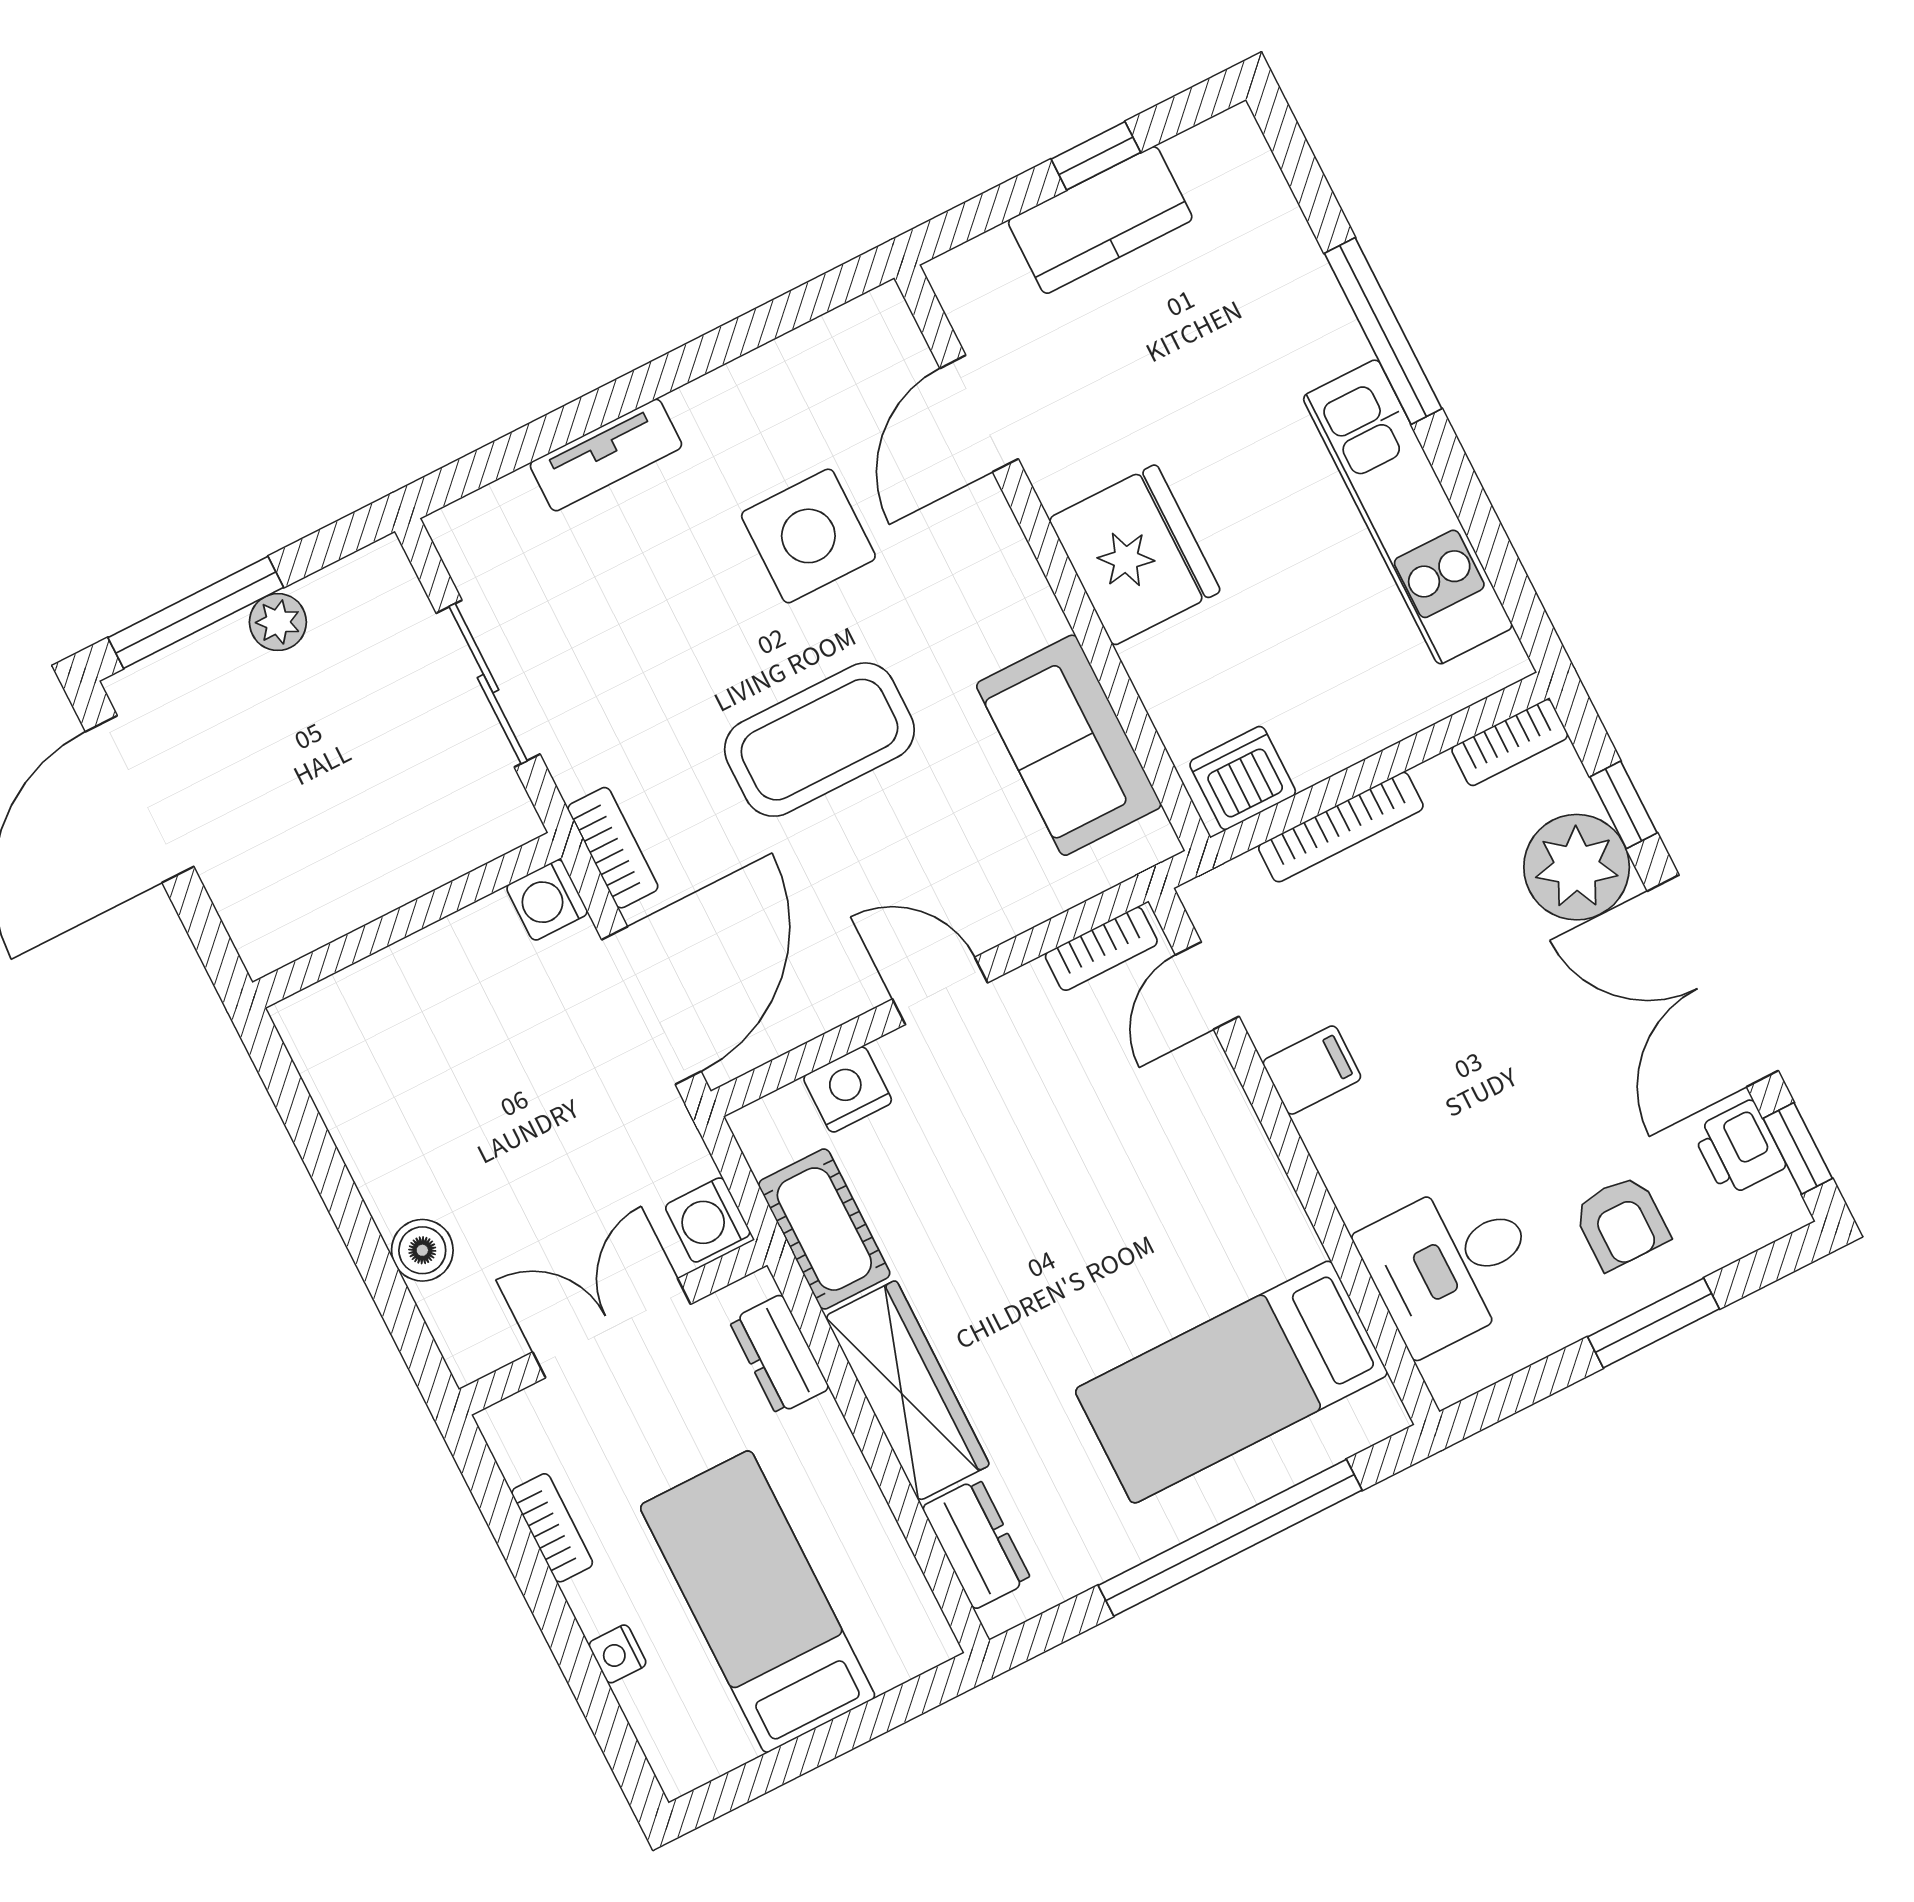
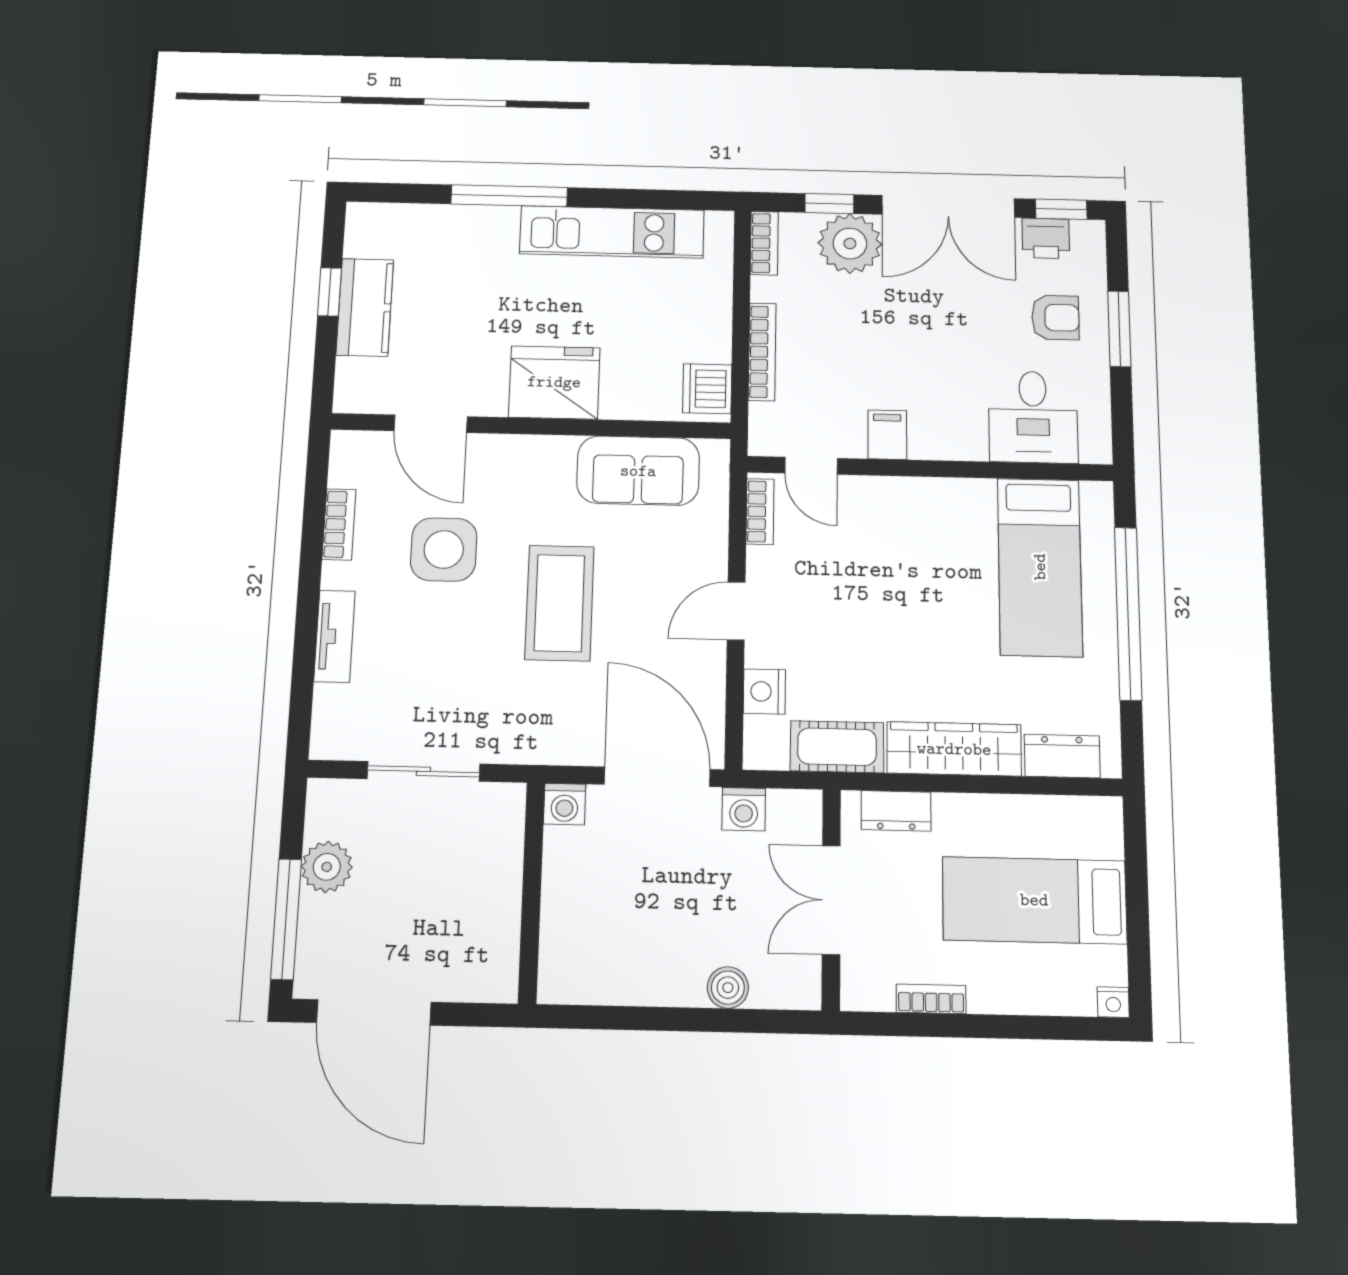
plant: (278, 622) -> (327, 867), width x1.38, depth x1.38
bookcase: (613, 848) -> (339, 524), moved, turned 90
washing machine: (708, 1220) -> (744, 809), moved
nightstand: (617, 1654) -> (1113, 1002), moved

